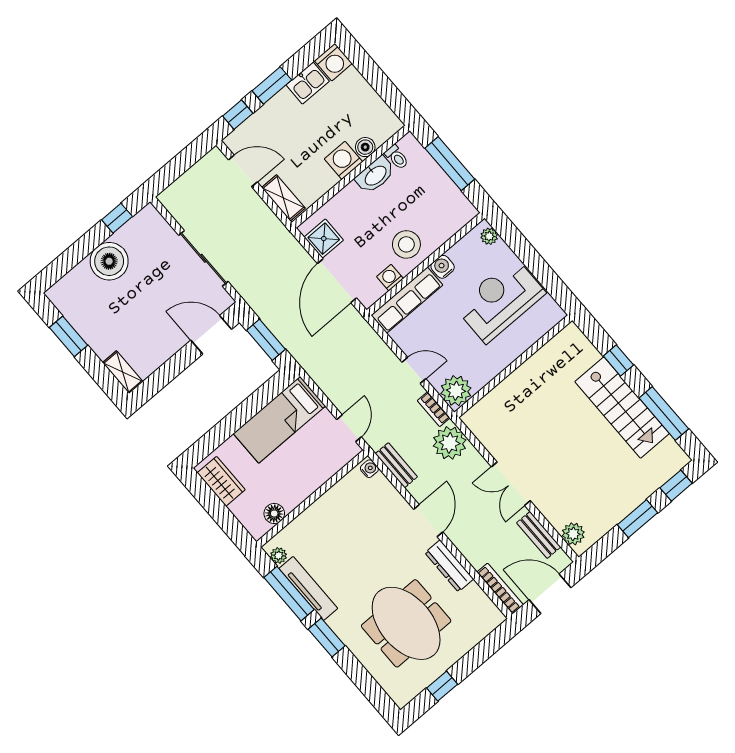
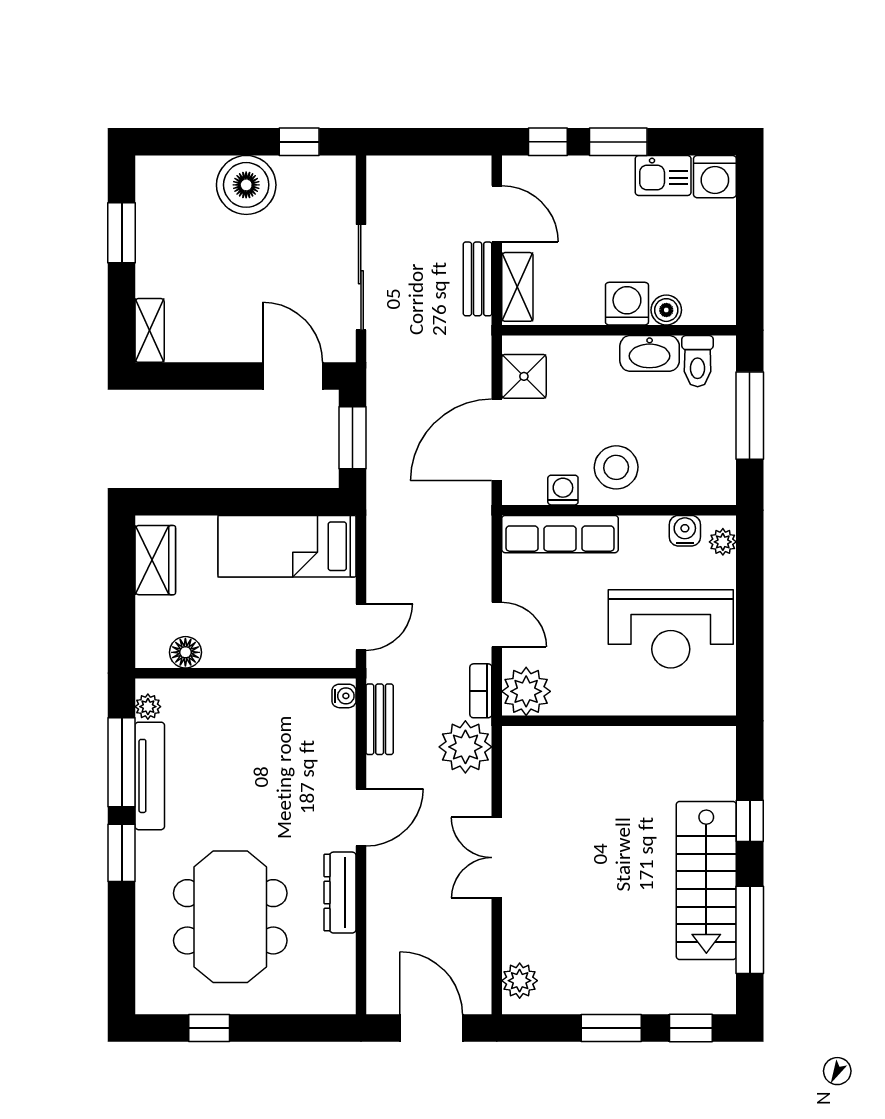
toilet: (397, 157) -> (698, 361), width x1.37, depth x1.39
water cooler: (443, 267) -> (685, 531), moved
reception desk: (500, 300) -> (671, 629), turned 180
bench: (539, 535) -> (478, 279), moved
bookcase: (500, 589) -> (377, 971), removed

